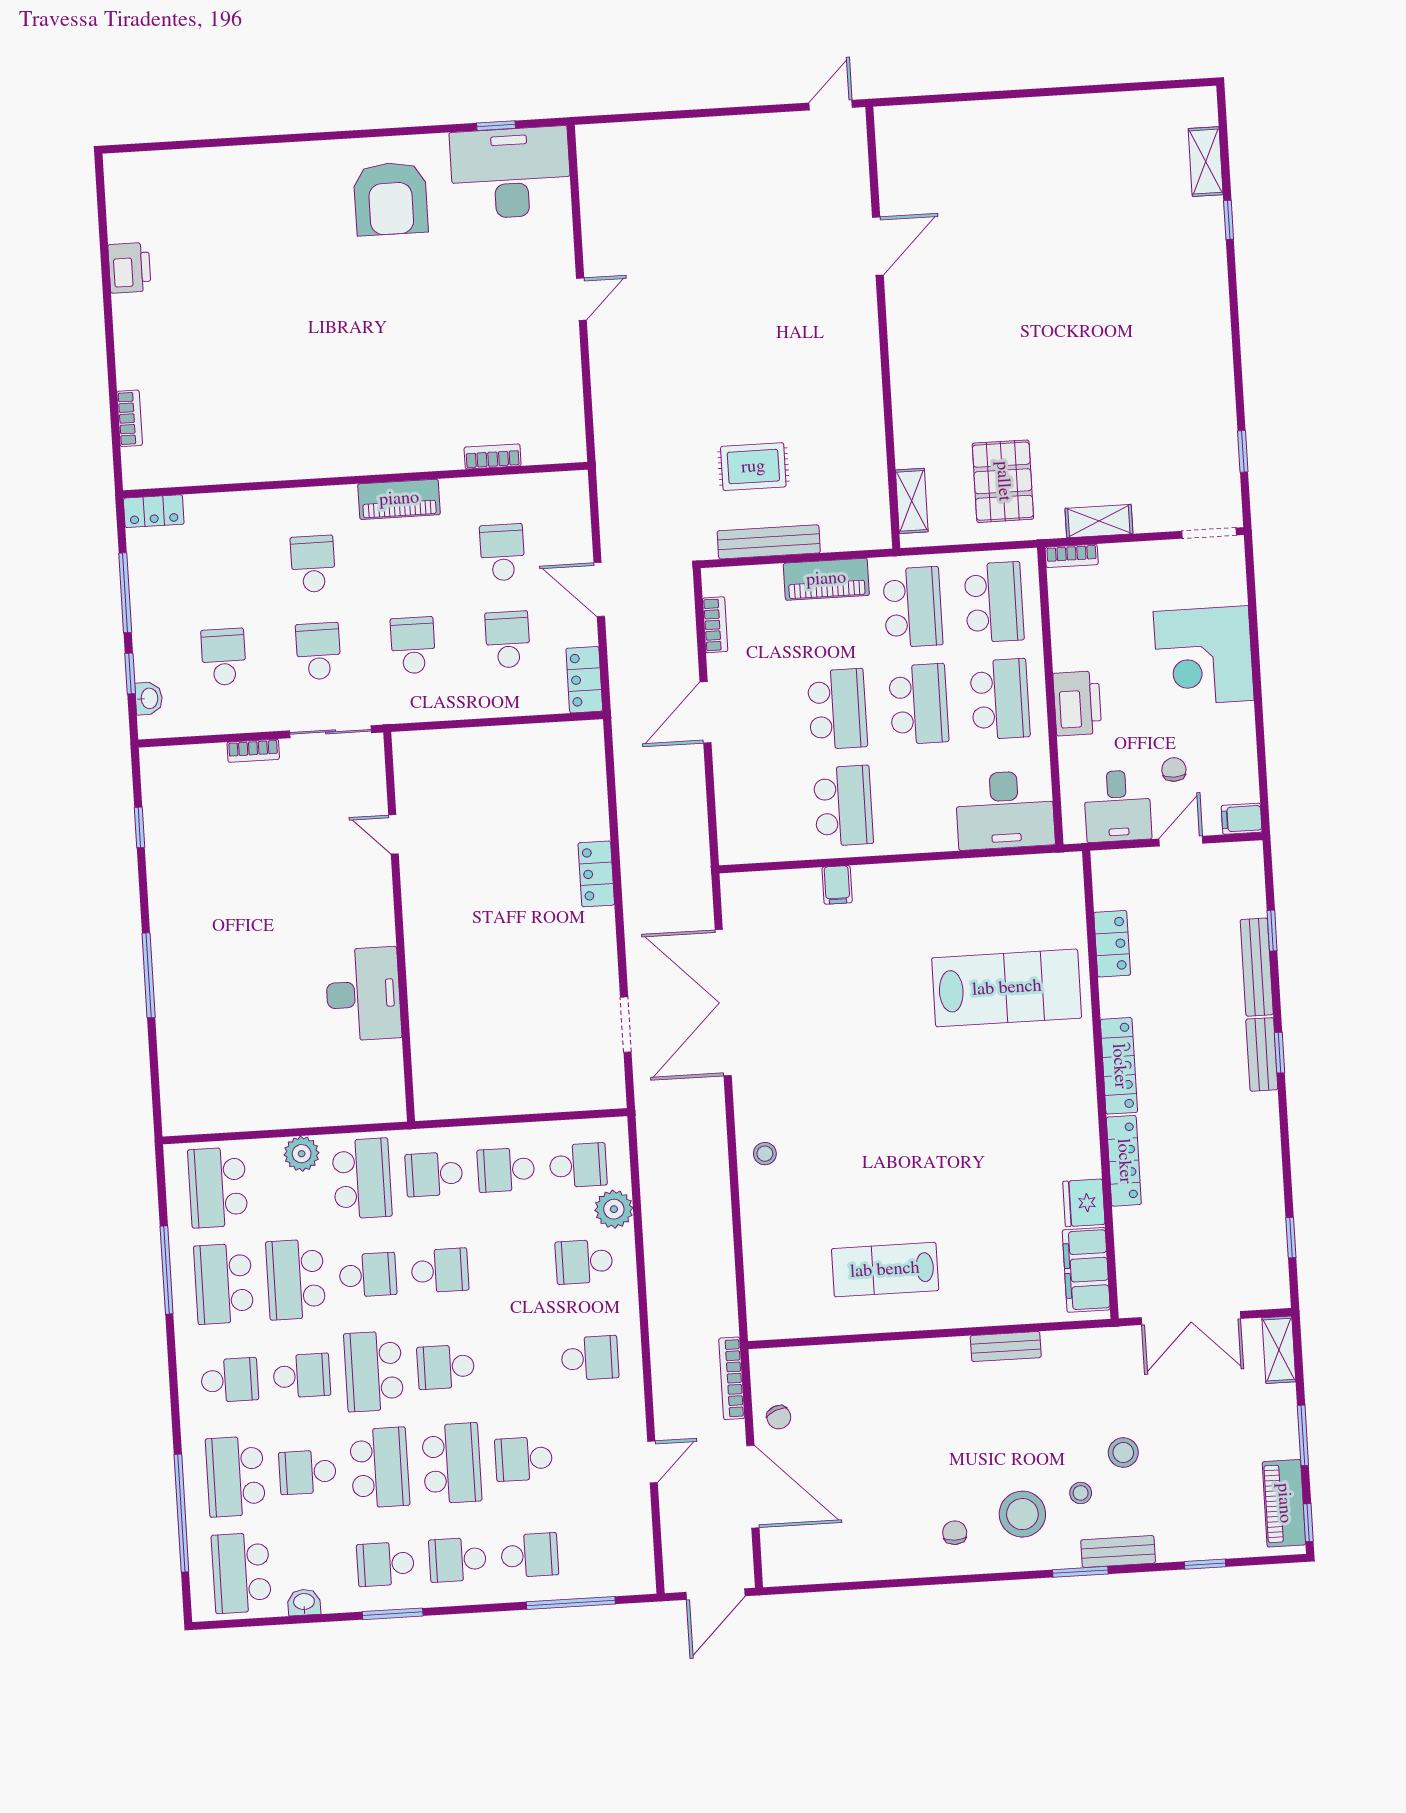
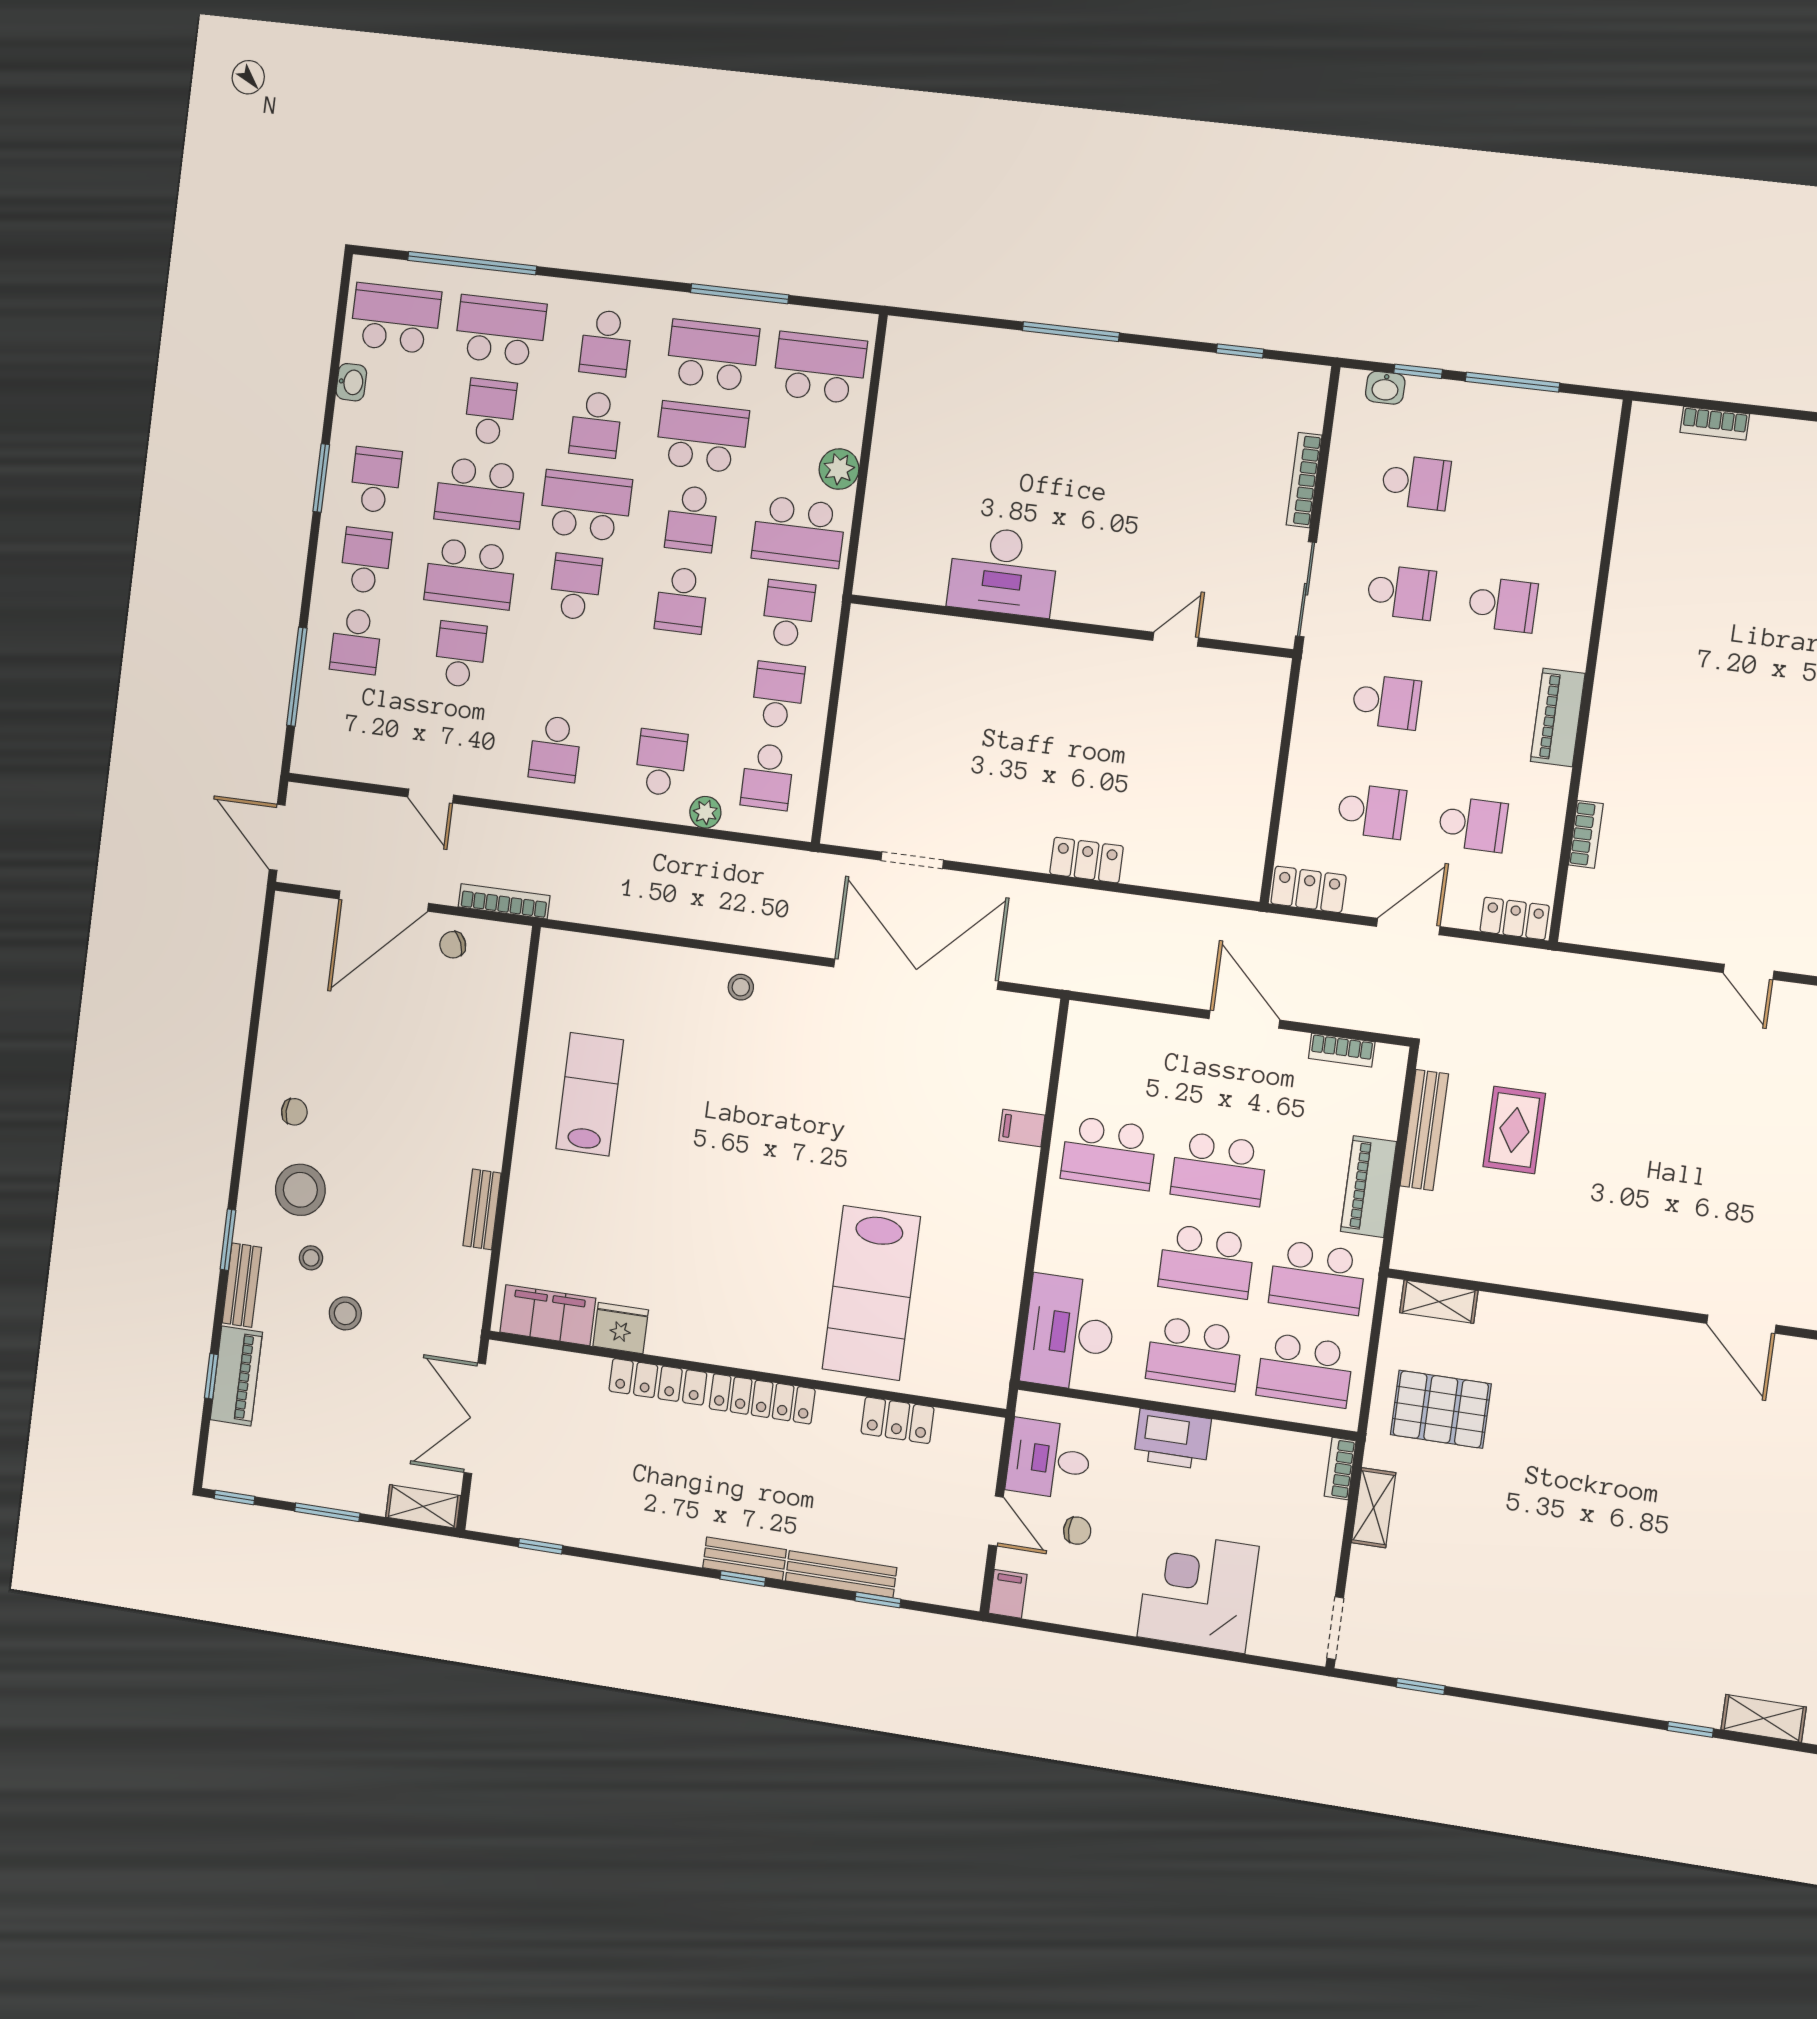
locker: (154, 511) -> (1515, 918), moved, turned 90
bookcase: (253, 751) -> (1304, 480), width x1.56
plant: (614, 1209) -> (705, 812), width x0.73, depth x0.73
piano: (1284, 1503) -> (236, 1376), moved, turned 90

